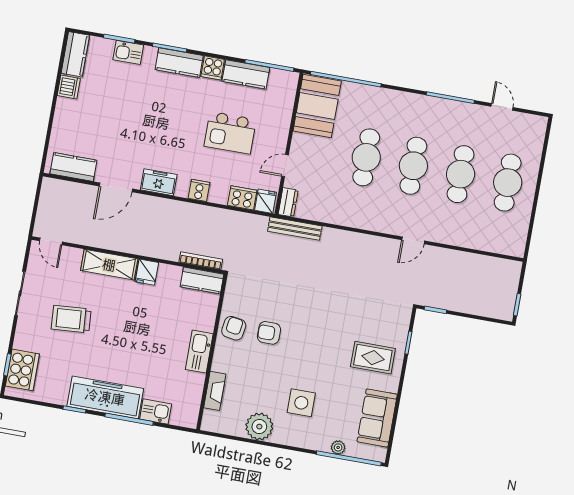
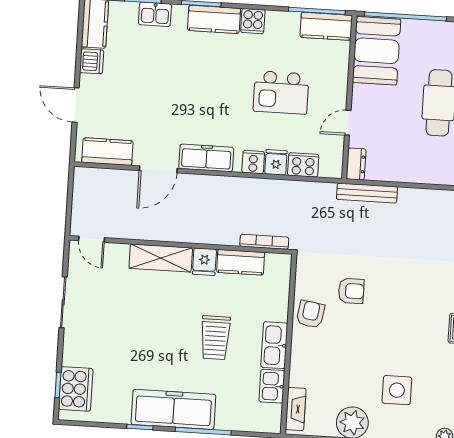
kitchen counter: (246, 74) -> (326, 26), moved
door: (50, 123) -> (76, 105), added
freezer: (159, 182) -> (206, 158), width x1.40
fridge: (266, 201) -> (276, 162), moved
kitchen counter: (202, 280) -> (241, 262), moved
trolley: (71, 319) -> (215, 338), moved, turned -86
armchair: (269, 333) -> (351, 291), moved, turned 180
fireplace: (215, 391) -> (296, 409), moved
kitchen sink: (156, 412) -> (272, 386), moved, turned -90

